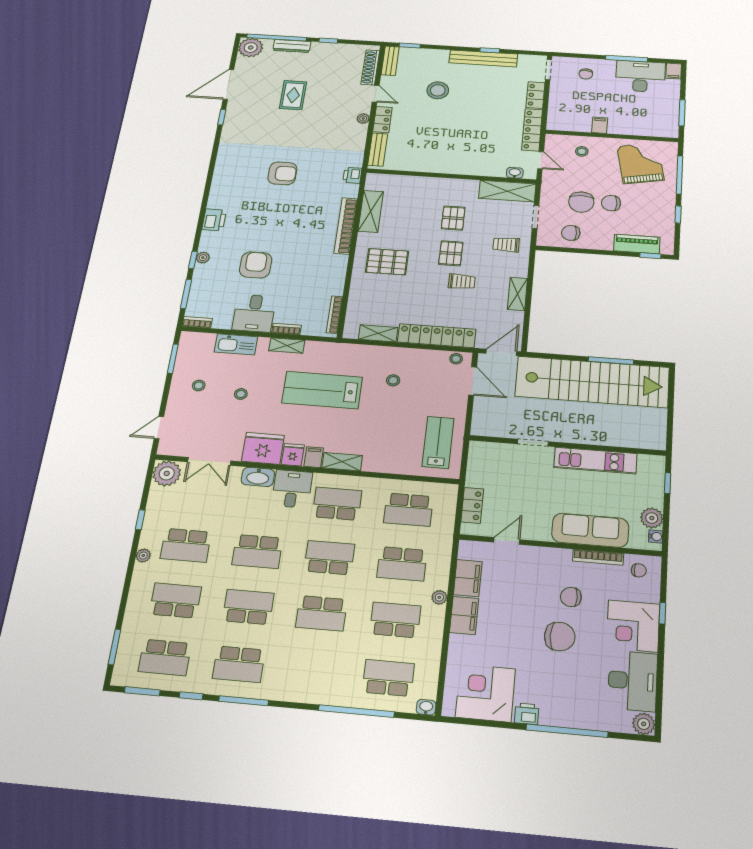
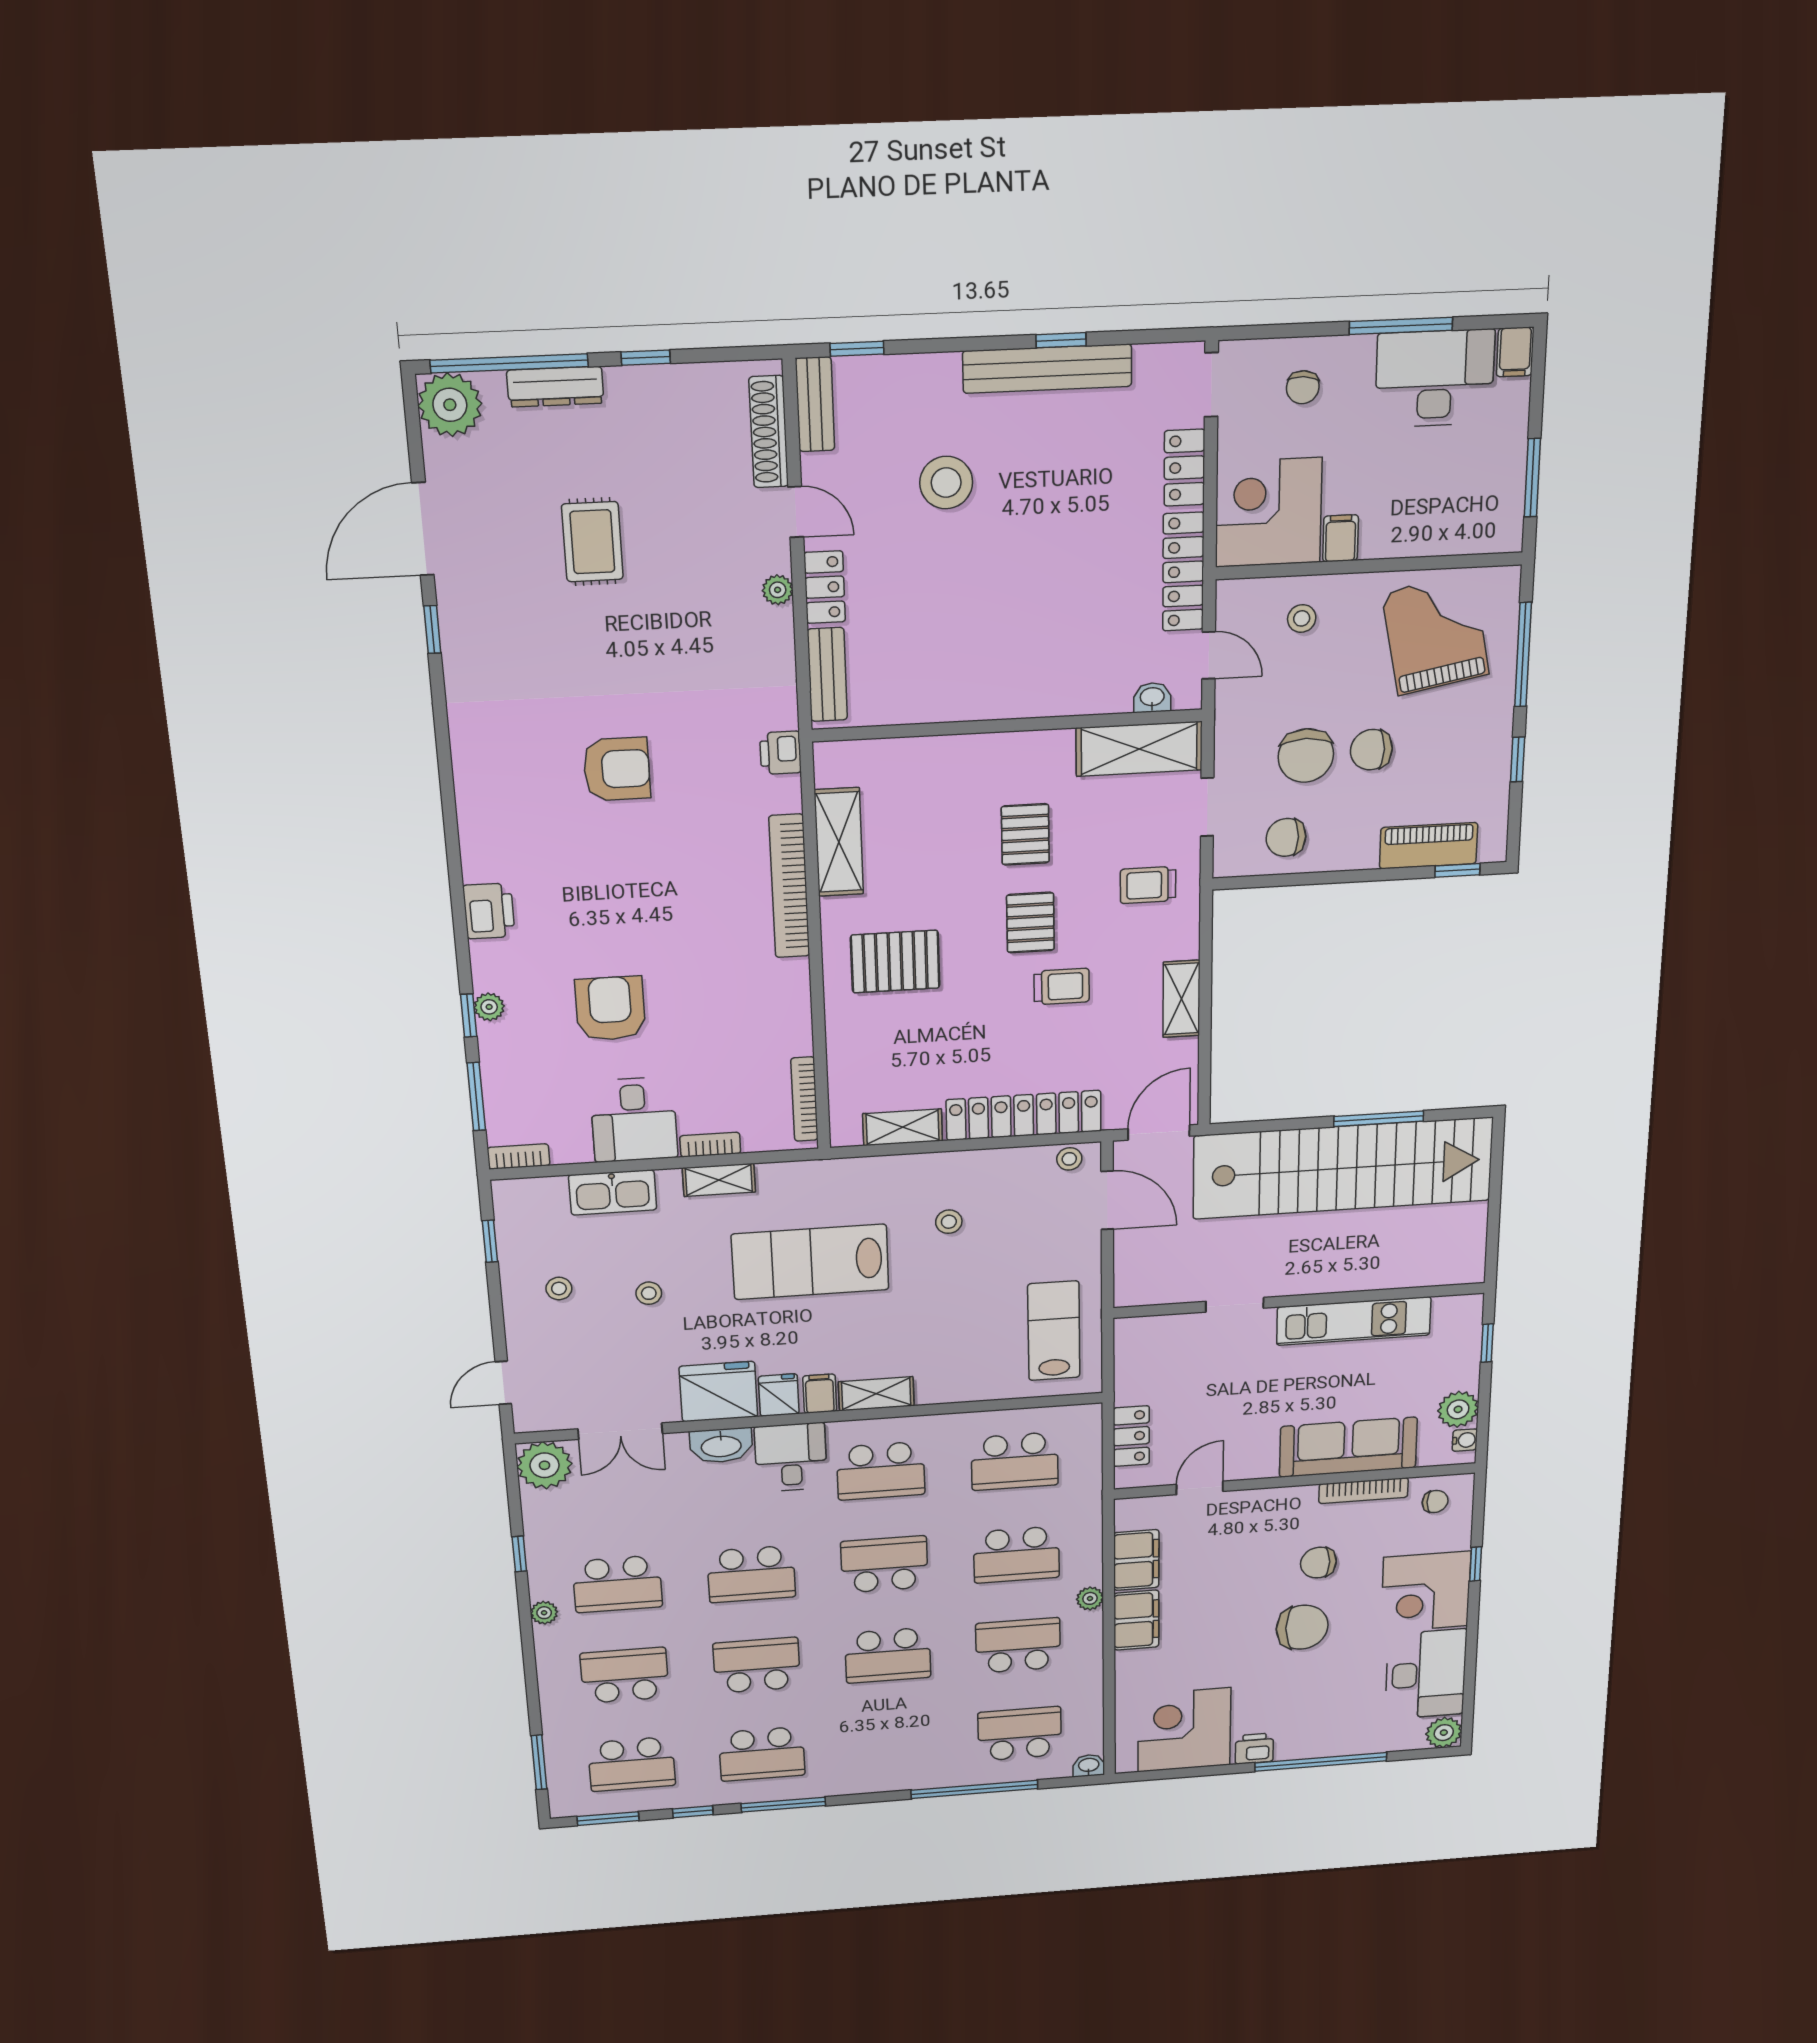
corner desk: (569, 113) -> (1269, 512), added
window: (173, 359) -> (490, 1241), width x0.67
school desk: (337, 504) -> (881, 1471), turned 180

